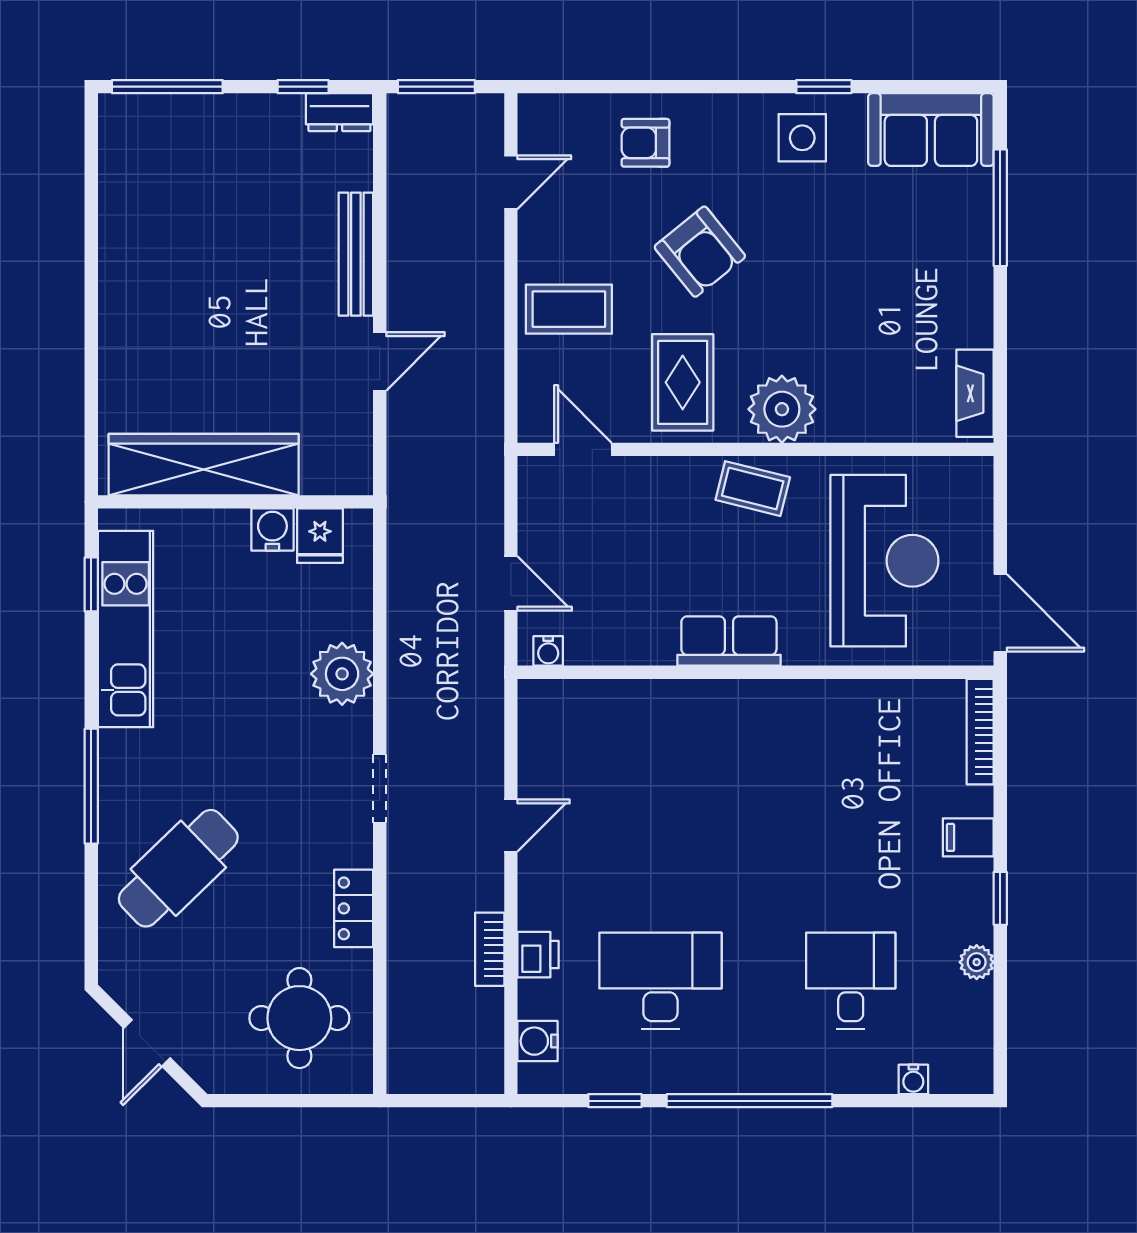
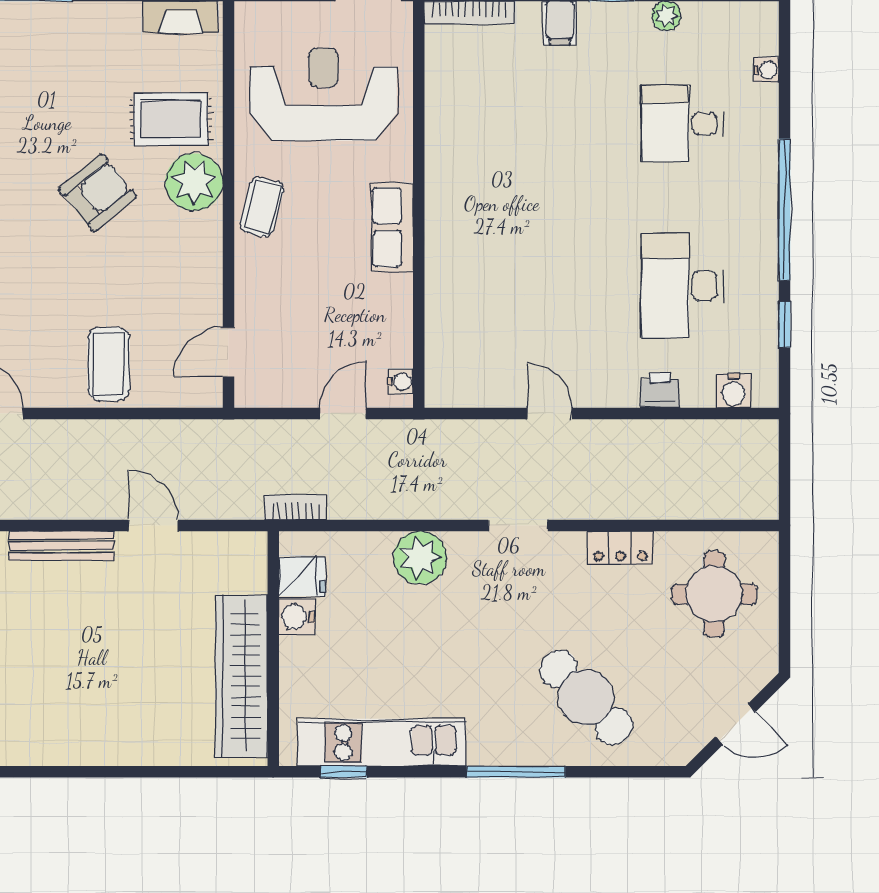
armchair: (700, 252) -> (98, 193), moved
rug: (683, 382) -> (171, 119), moved
bookcase: (490, 949) -> (296, 507), moved, turned 180

